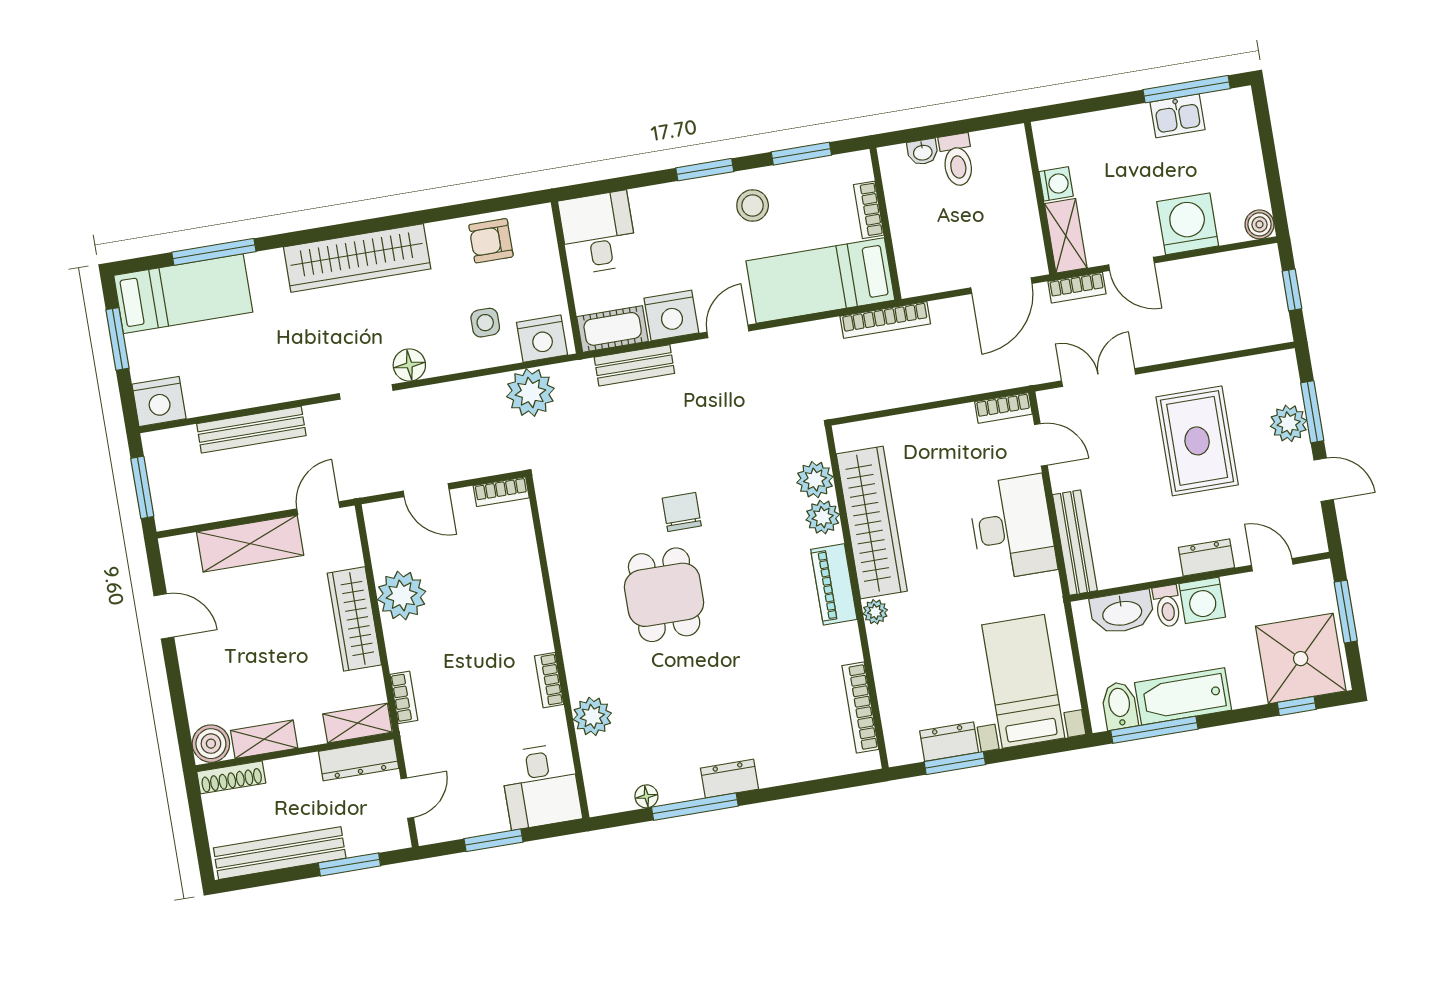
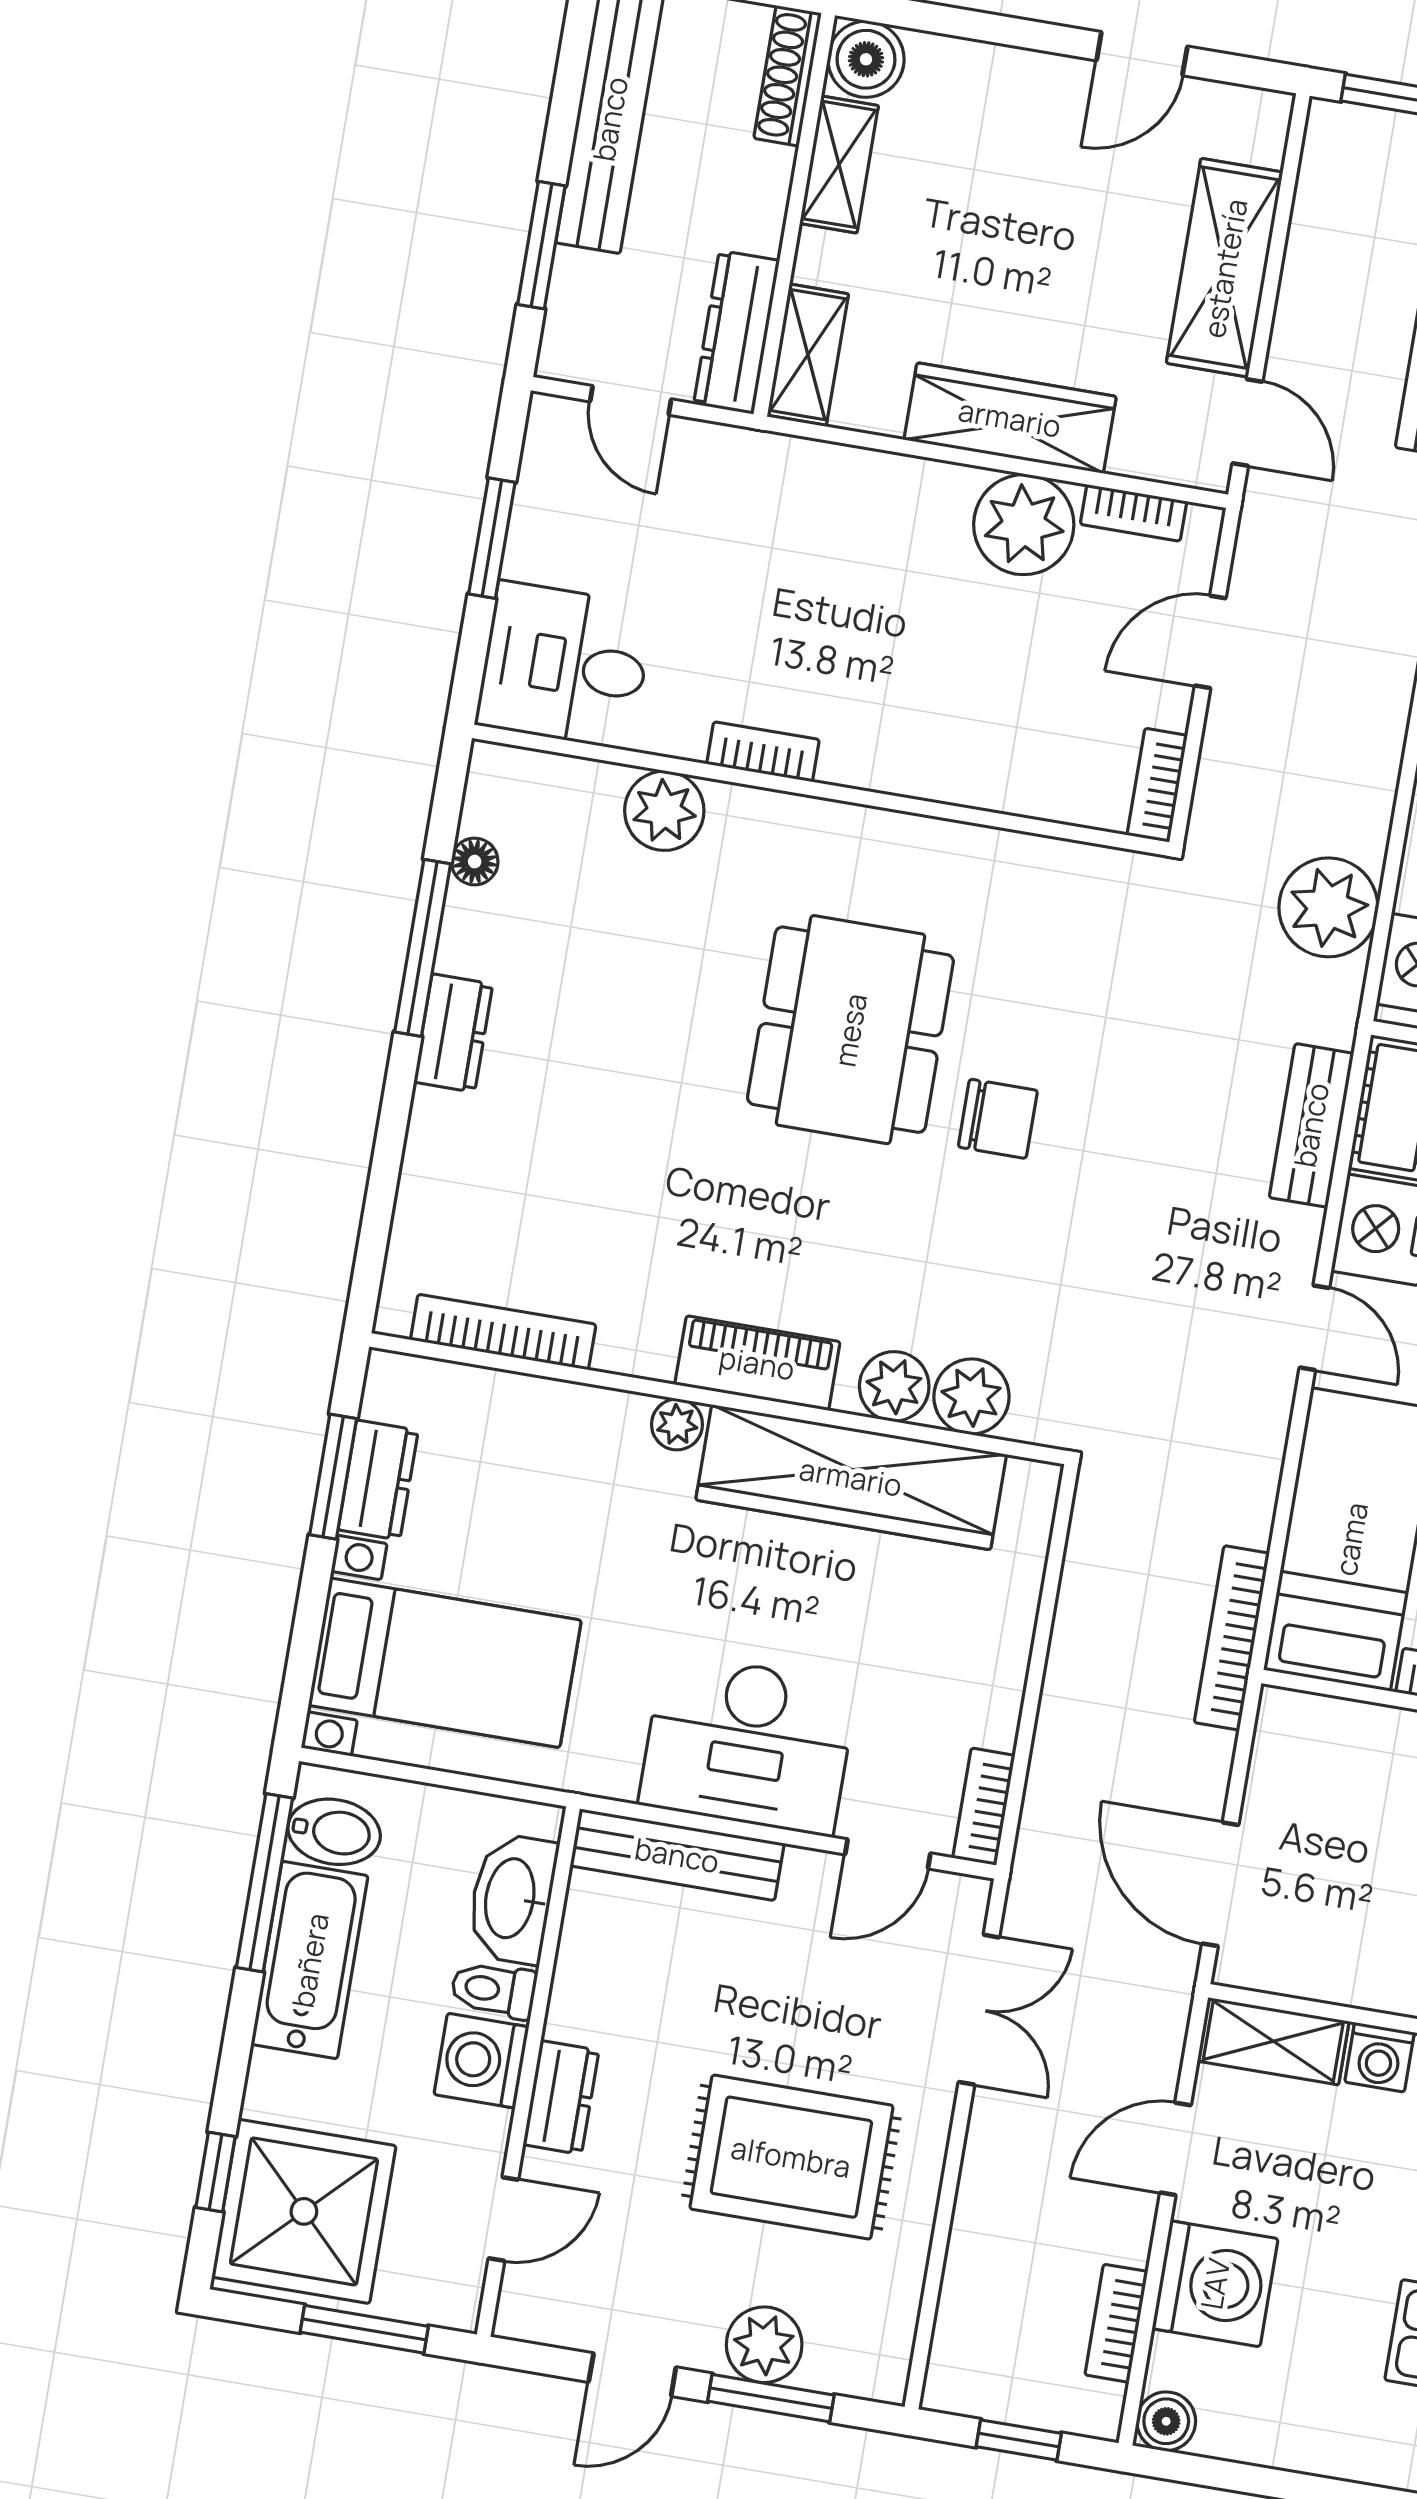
bookcase: (1077, 288) -> (1116, 2323), moved
dining table: (664, 595) -> (850, 1030), width x1.38
bookcase: (404, 697) -> (1134, 513), moved

